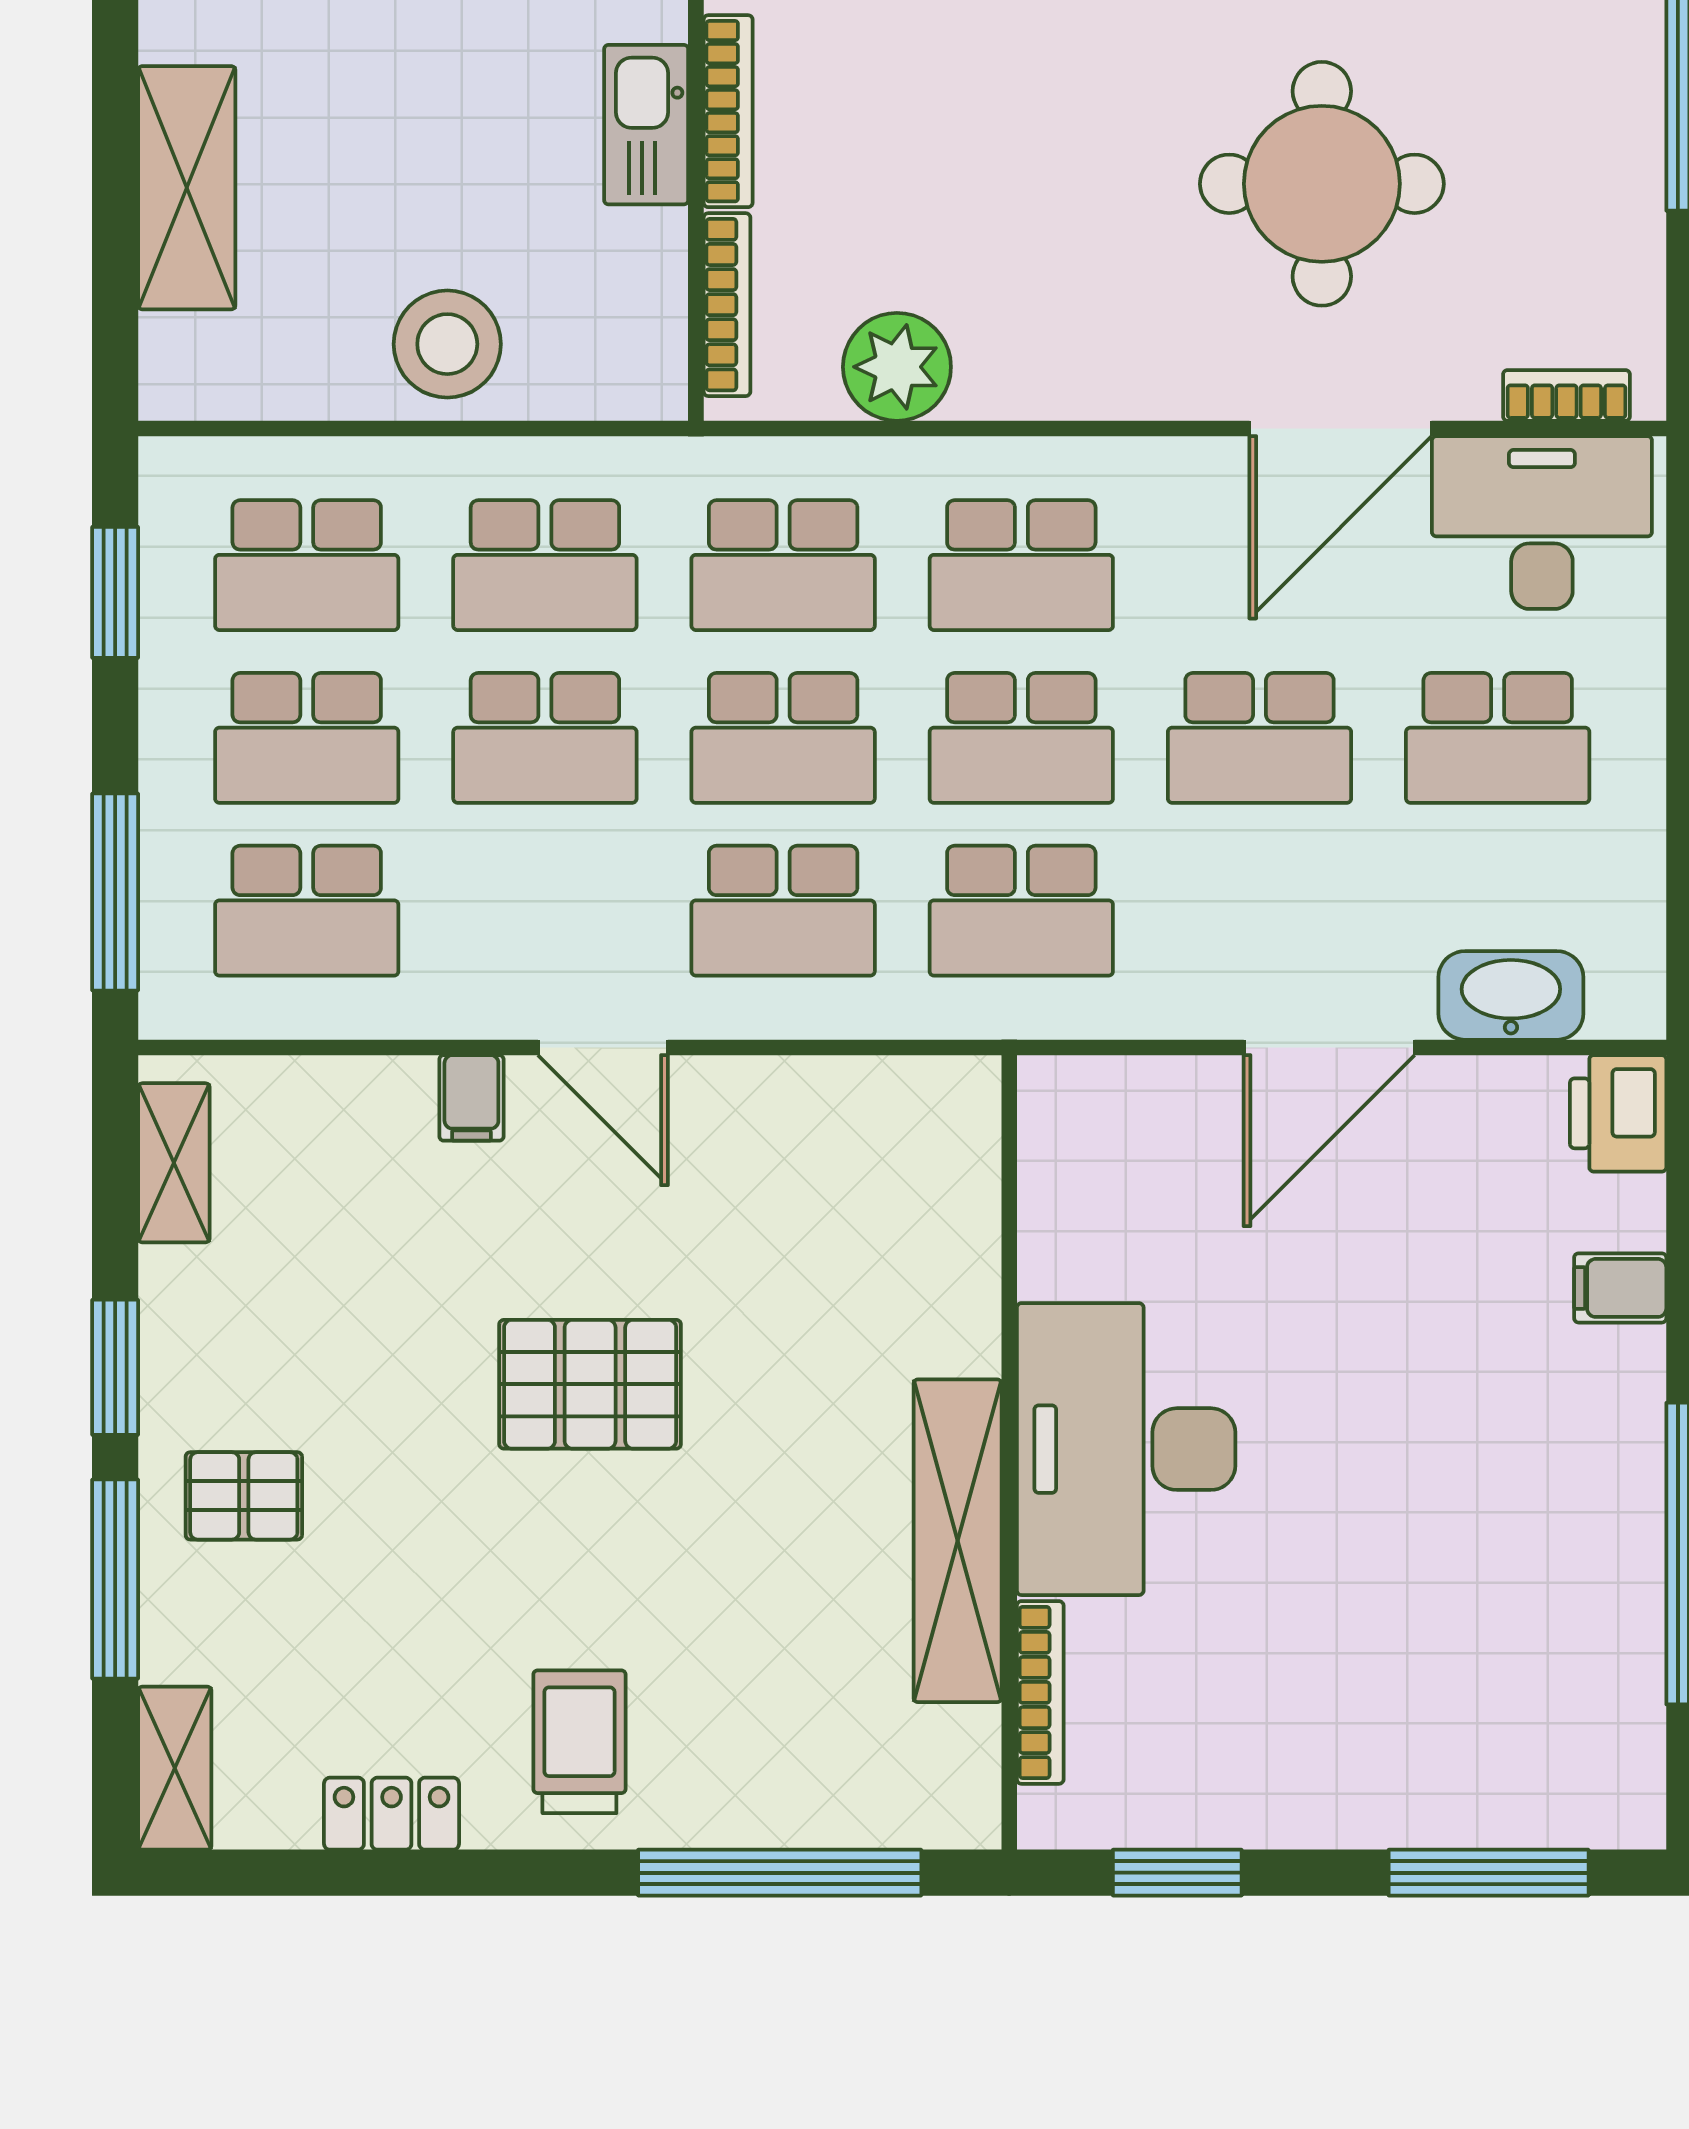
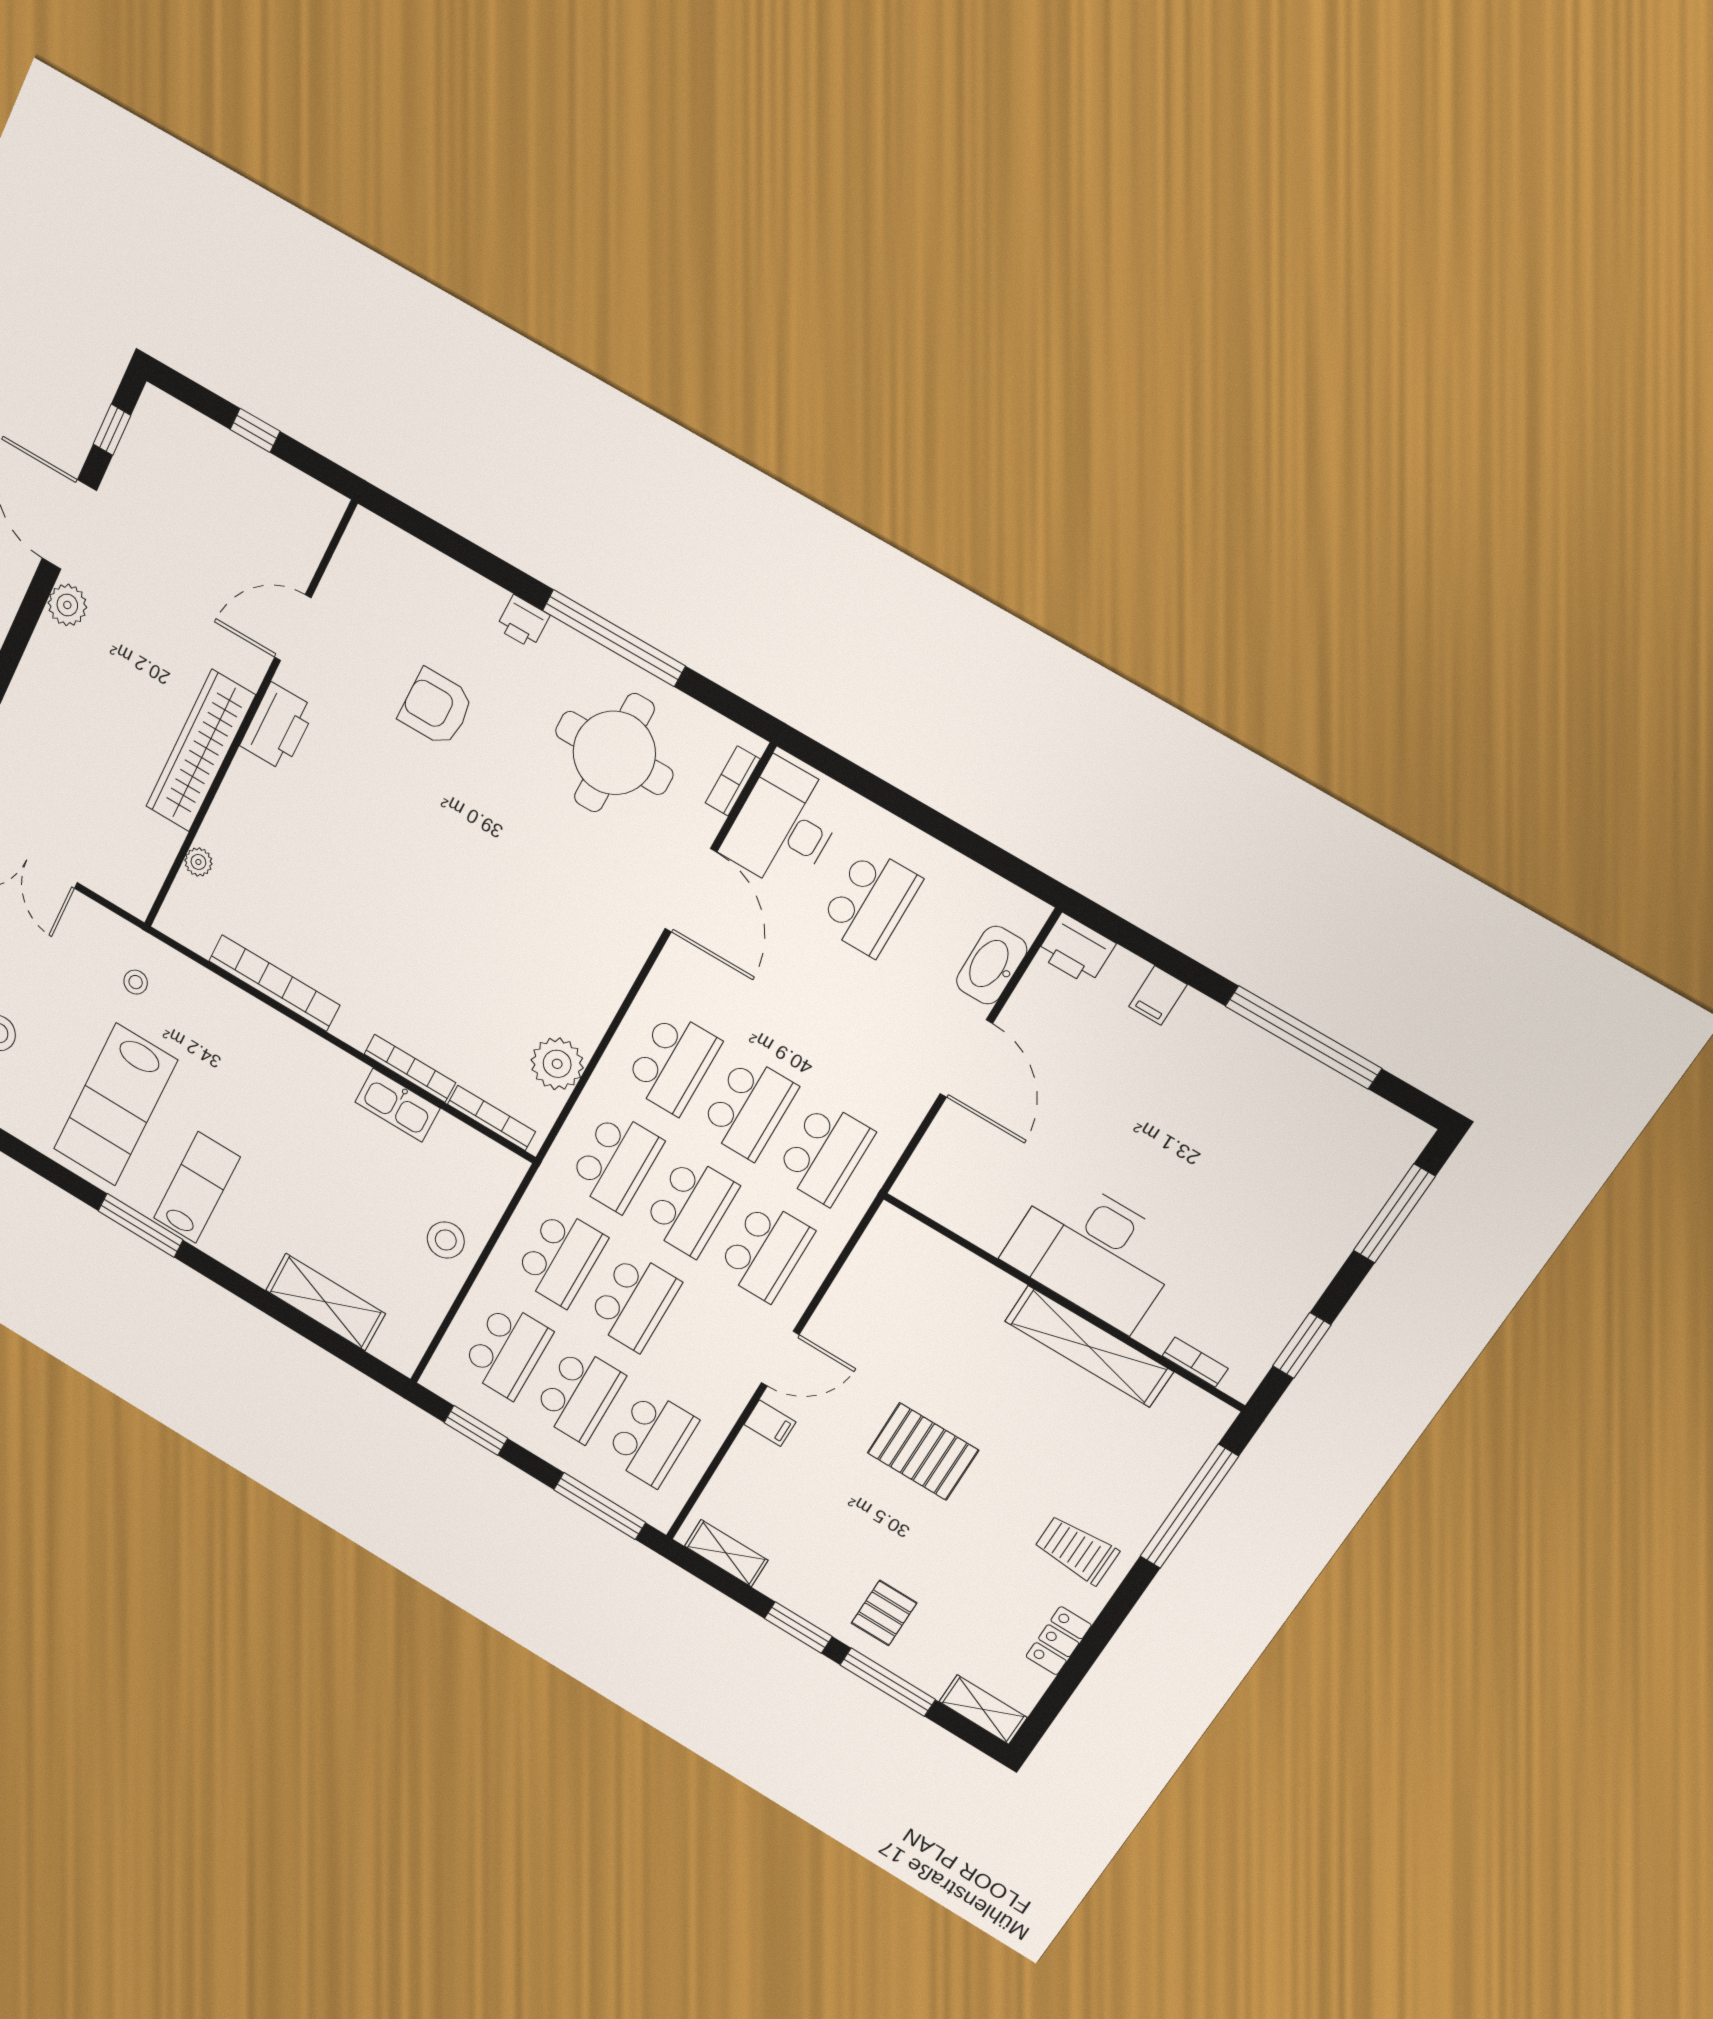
round table: (1322, 184) -> (614, 753), moved
stool: (447, 344) -> (446, 1240), width x0.73, depth x0.73
school desk: (1259, 738) -> (808, 1007), removed
pallet: (590, 1384) -> (923, 1452), turned 90
bookcase: (1040, 1692) -> (1195, 1362), width x0.64

